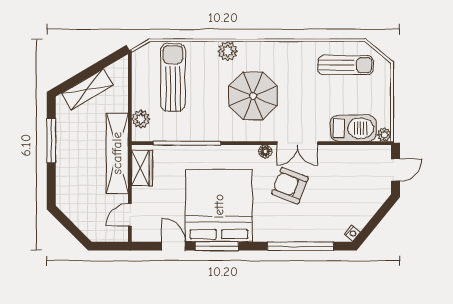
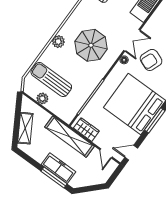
plant: (141, 119) -> (42, 98), moved
window: (51, 141) -> (54, 178), moved
freezer: (67, 168) -> (58, 168), added
door: (174, 246) -> (131, 153), moved

